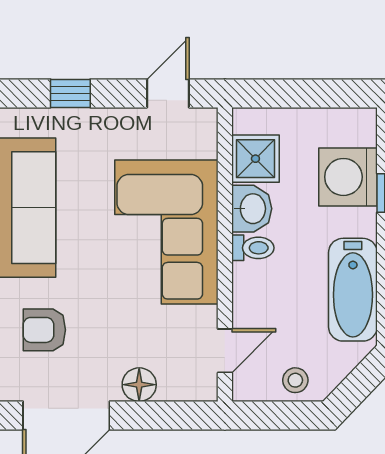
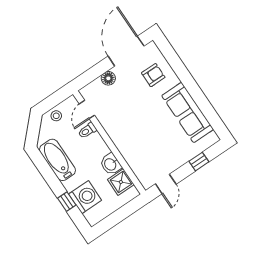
corner sofa: (166, 232) -> (134, 137), removed
toilet: (253, 248) -> (87, 131), moved

